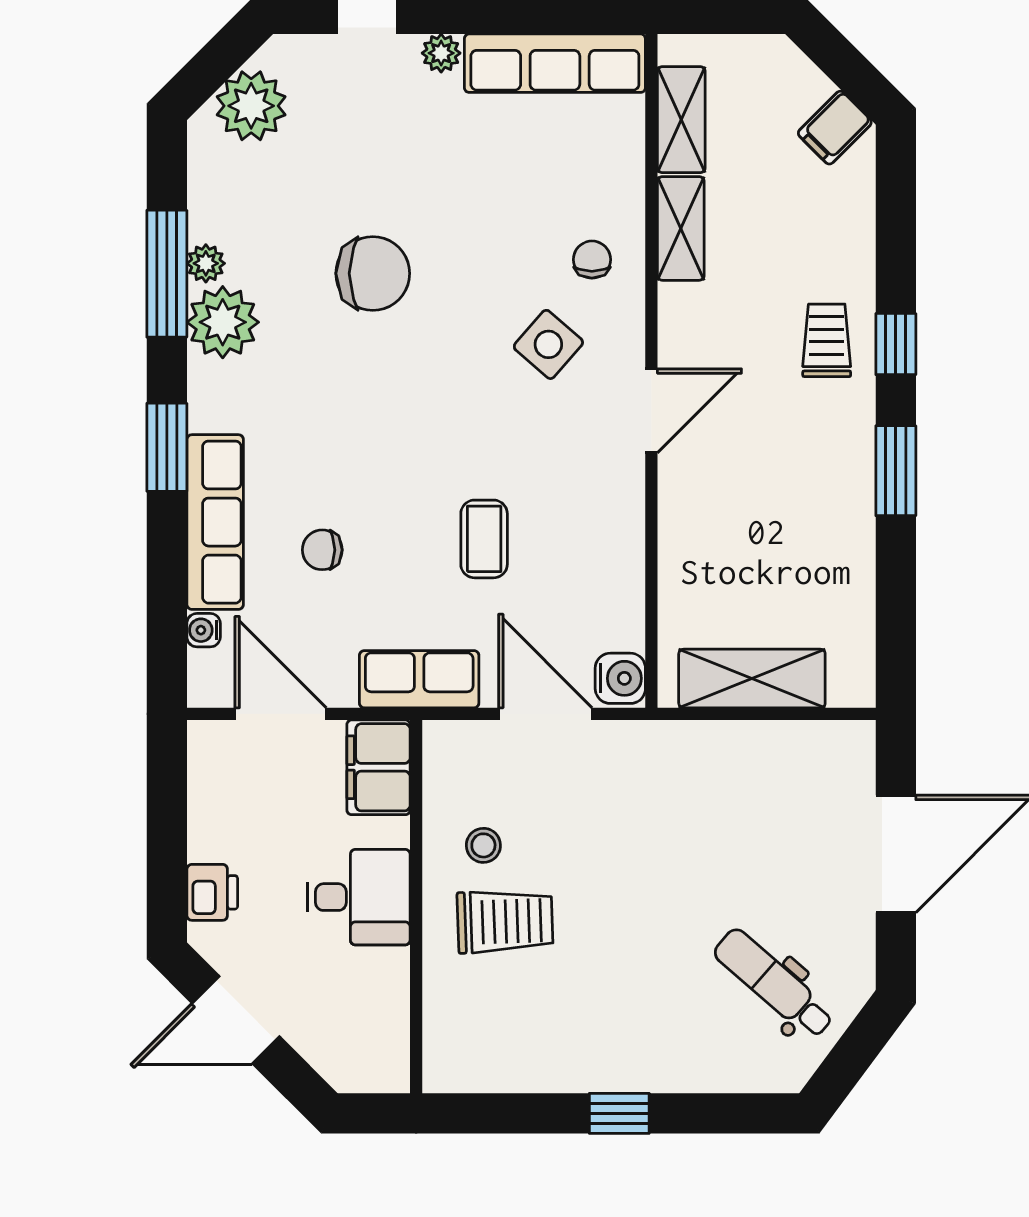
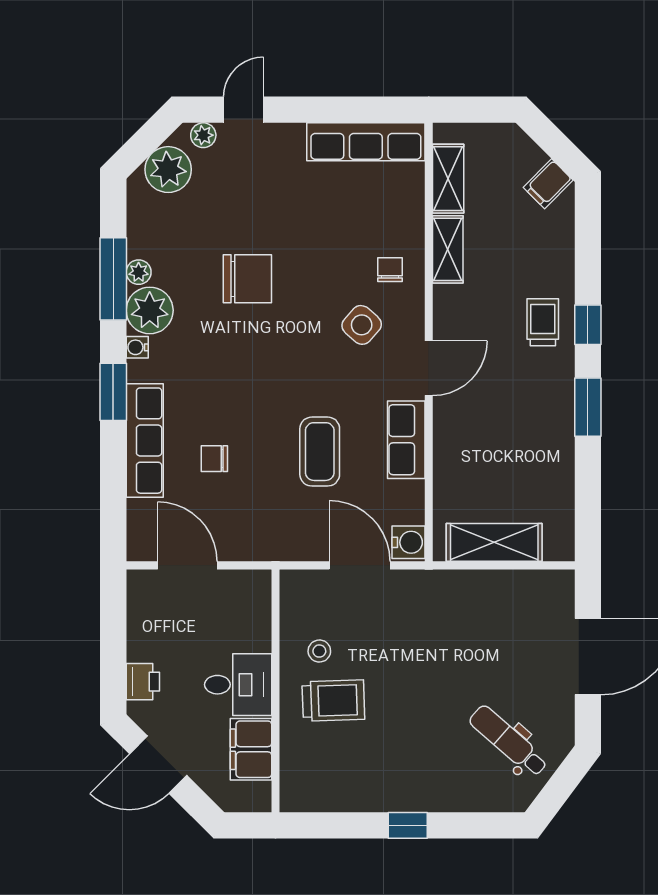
plant: (441, 53) -> (203, 135), moved
coffee table: (484, 539) -> (320, 452), width x1.36, depth x1.30
water cooler: (204, 630) -> (137, 347), moved
row of seats: (419, 679) -> (406, 440), moved, turned -90
filing cabinet: (378, 767) -> (251, 749), moved

